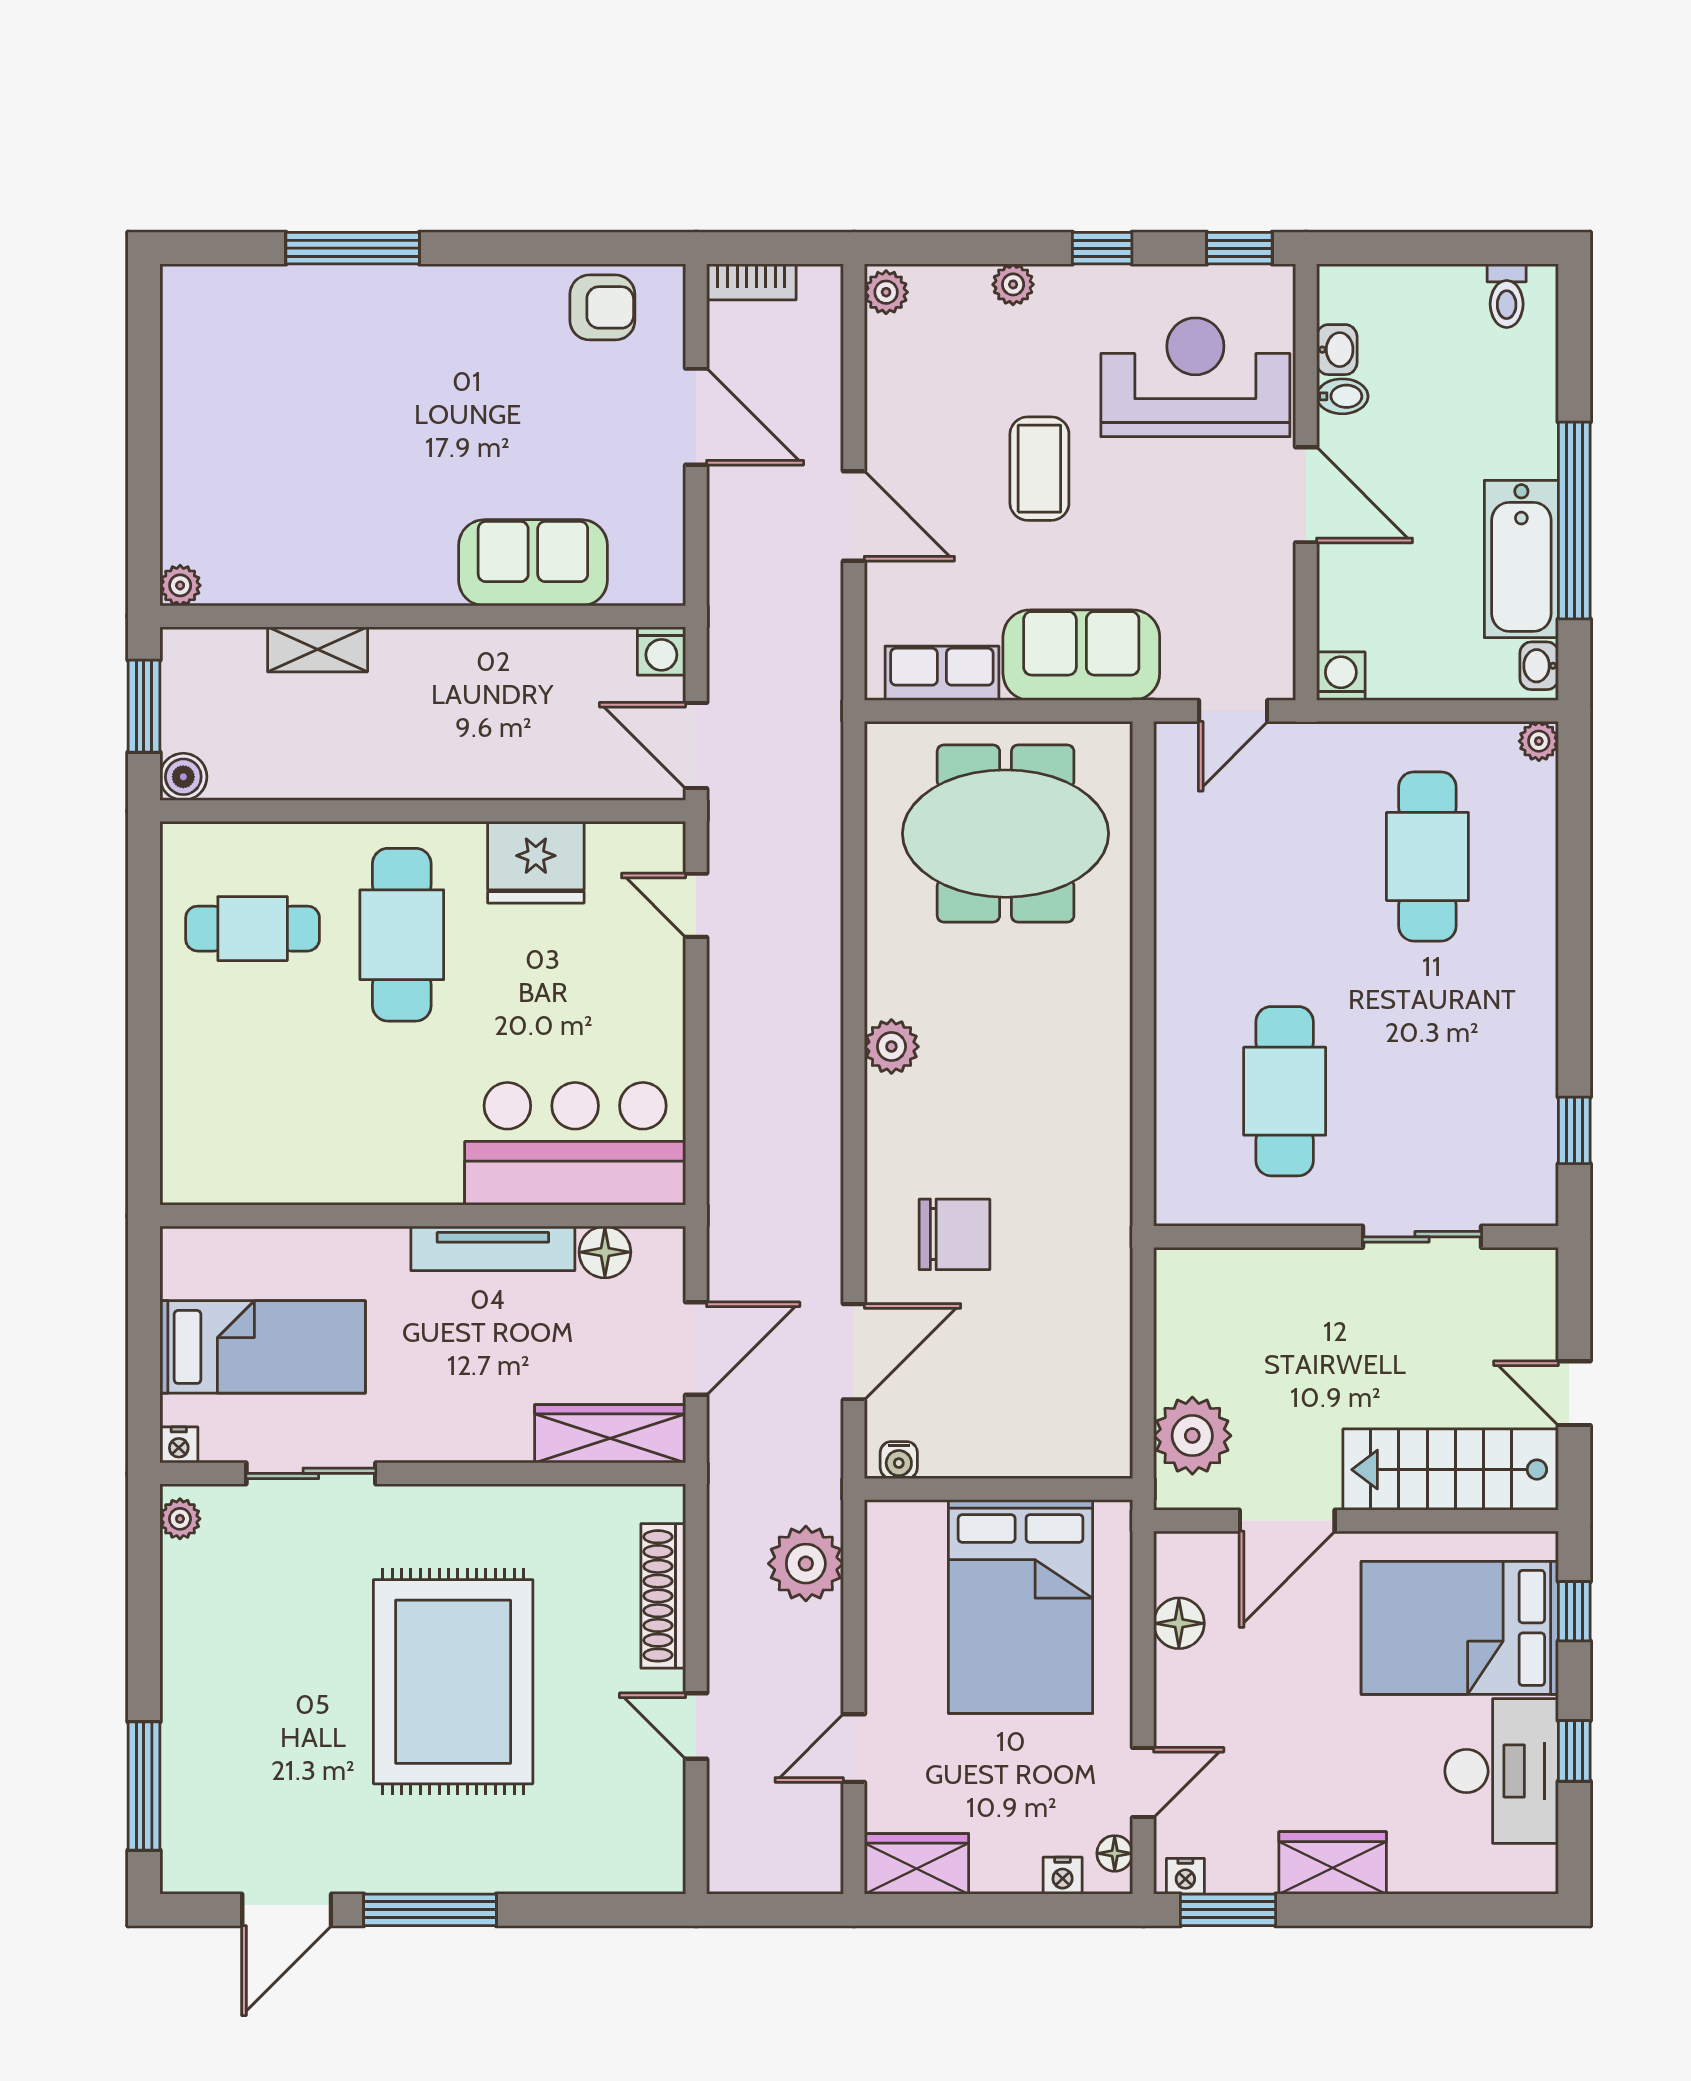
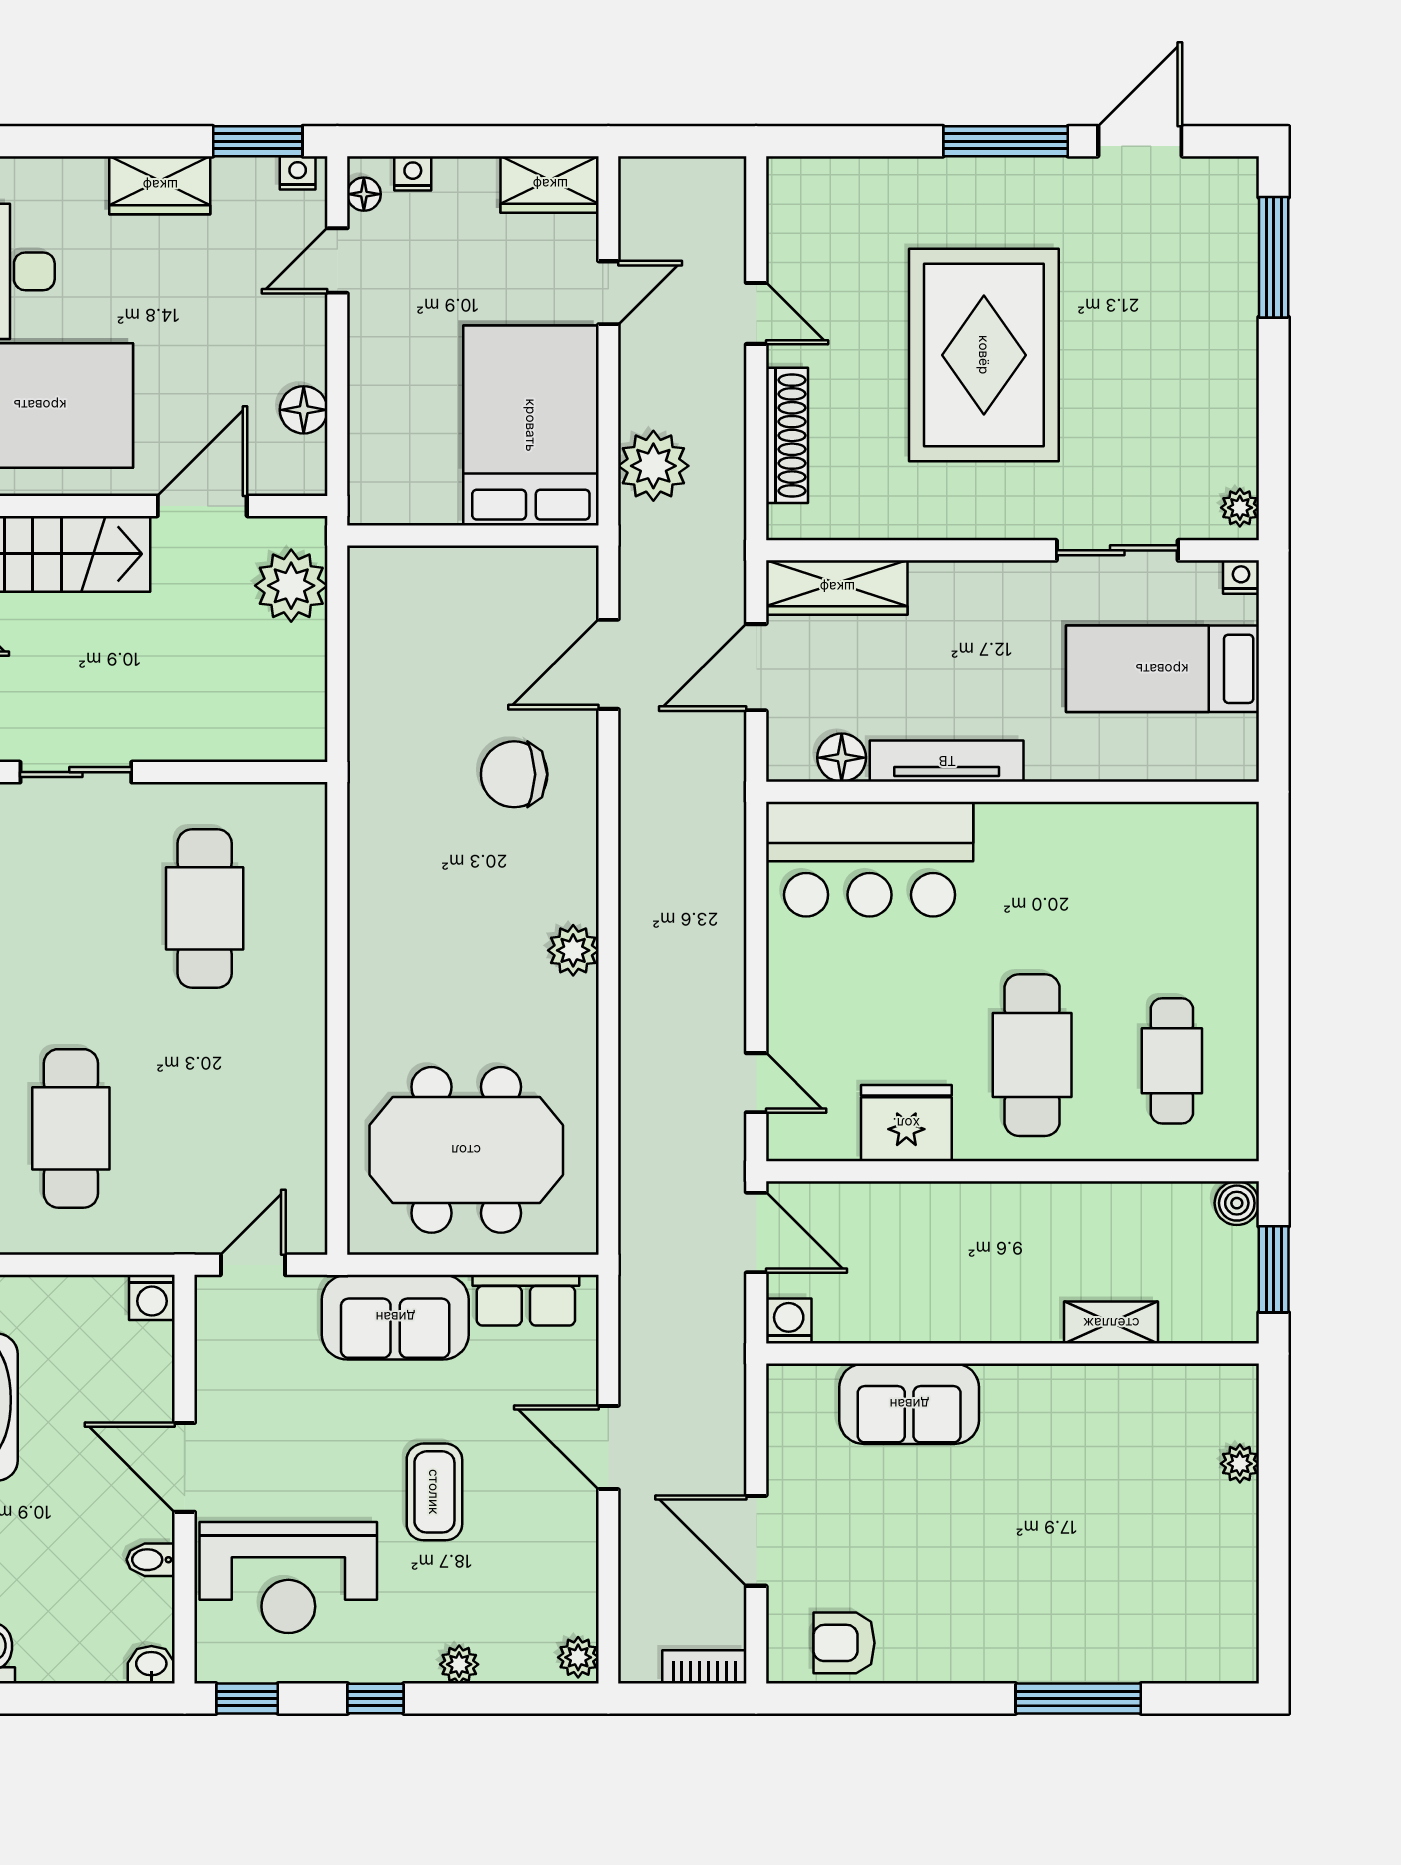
washbasin: (1337, 350) -> (151, 1665), moved, turned 90
plant: (180, 585) -> (1240, 1464), moved
cafe table: (253, 929) -> (1172, 1061), turned 90
water cooler: (899, 1460) -> (566, 563), removed
bed: (1021, 1607) -> (531, 425), moved

